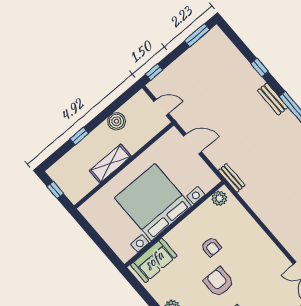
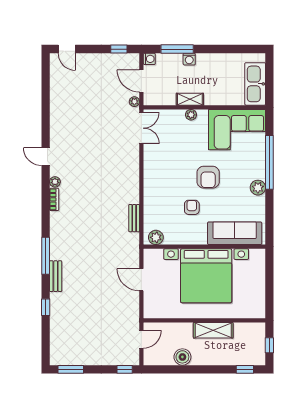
door: (161, 107) -> (141, 339), swing flipped
window: (79, 136) -> (245, 369), moved
door: (192, 144) -> (141, 280), moved
bench: (232, 178) -> (134, 218), moved
sofa: (154, 260) -> (235, 233), width x1.36

